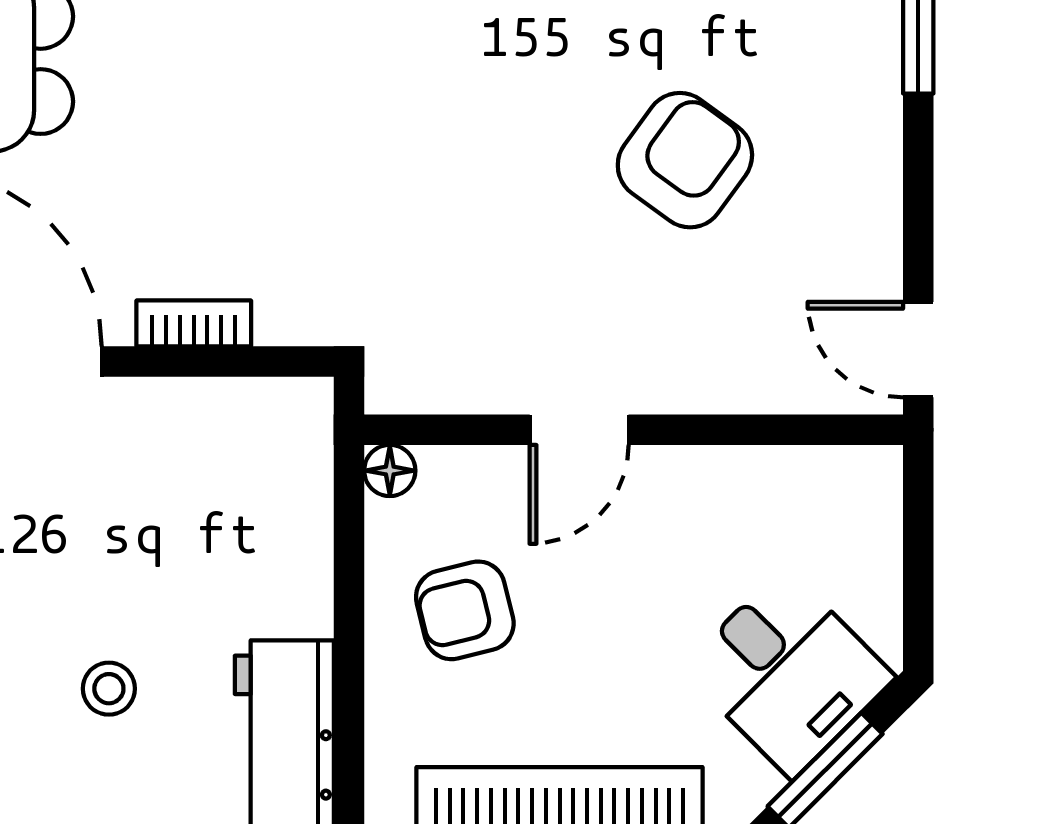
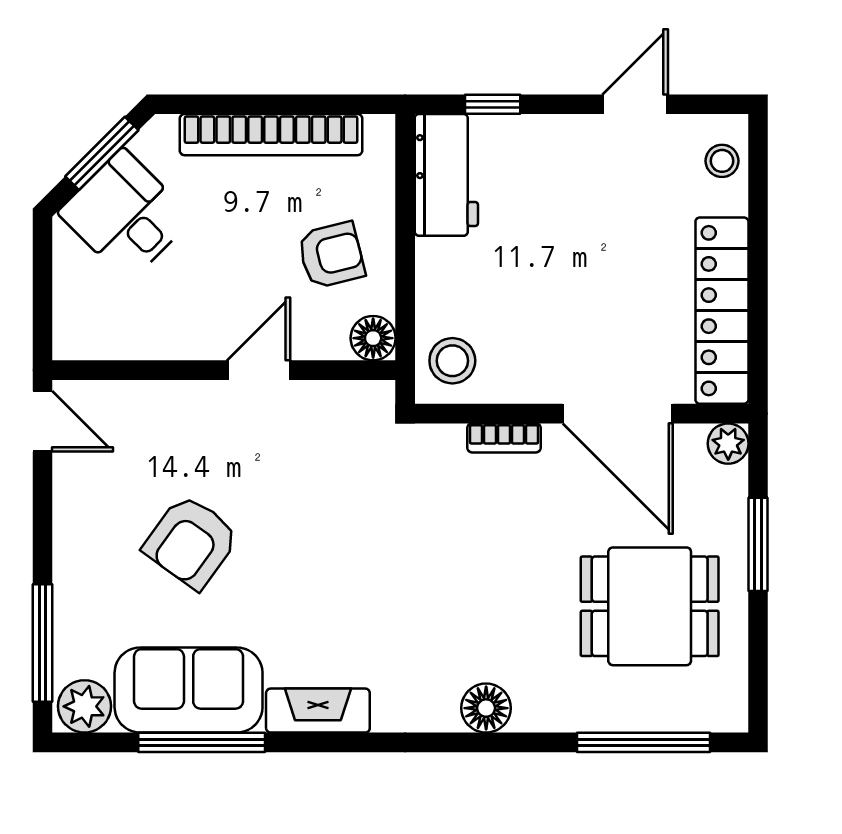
floor lamp: (390, 471) -> (373, 338), width x1.37, depth x1.37
stool: (109, 689) -> (452, 361), moved, width x1.37, depth x1.37

